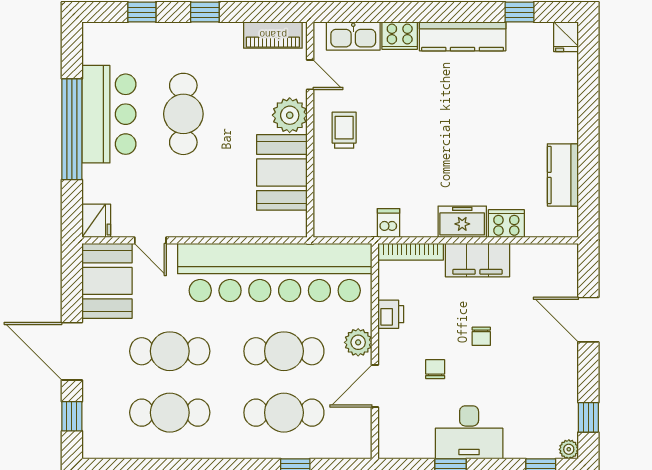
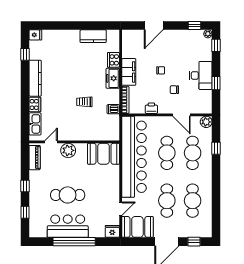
trolley: (344, 130) -> (84, 102), moved
booth: (282, 172) -> (104, 154), moved
plant: (358, 342) -> (206, 122), moved

